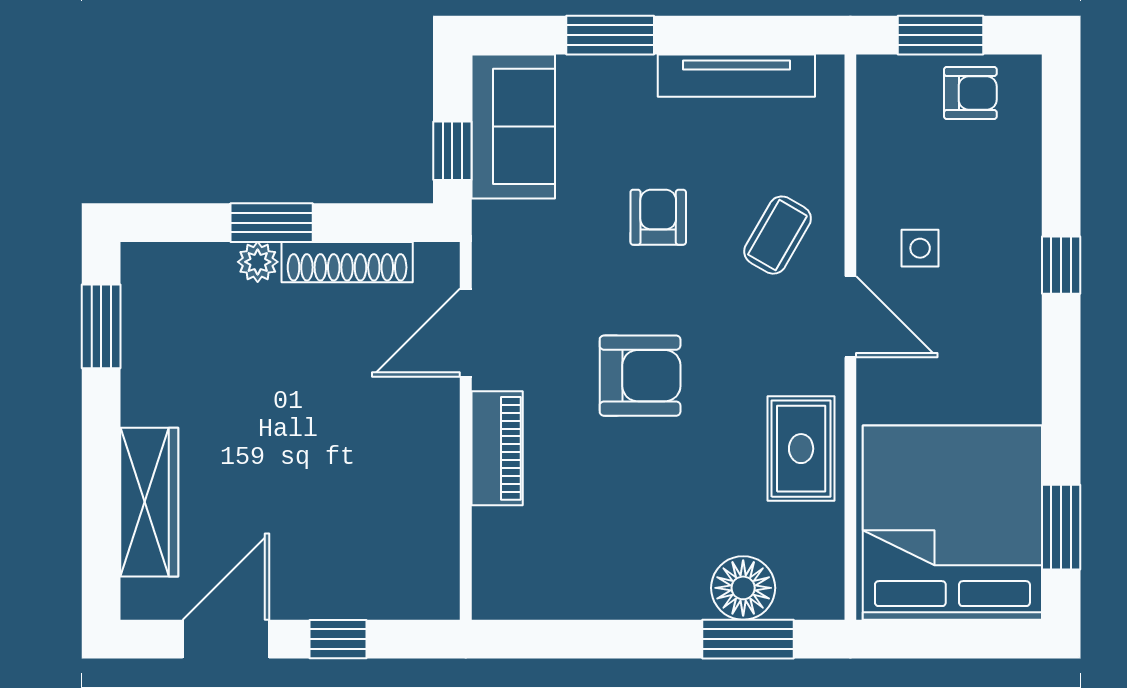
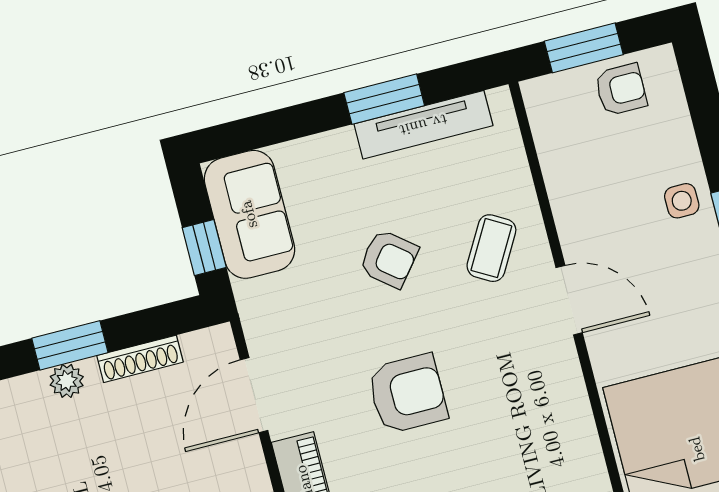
window: (610, 35) -> (384, 99), moved
armchair: (658, 217) -> (389, 259), turned 129
side table: (920, 248) -> (682, 201), moved
shoe rack: (347, 262) -> (140, 359), width x0.74, depth x0.81
rug: (801, 449) -> (556, 420), removed

